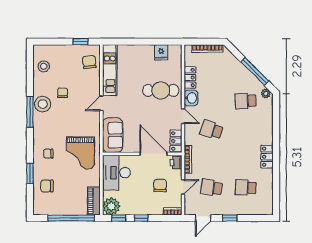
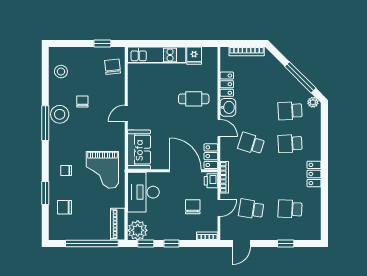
kitchen unit: (110, 70) -> (157, 55), moved, turned 90
cafe table: (161, 90) -> (194, 99), width x0.73, depth x0.74
school desk: (246, 130) -> (290, 144), added
window: (230, 218) -> (286, 244), moved

